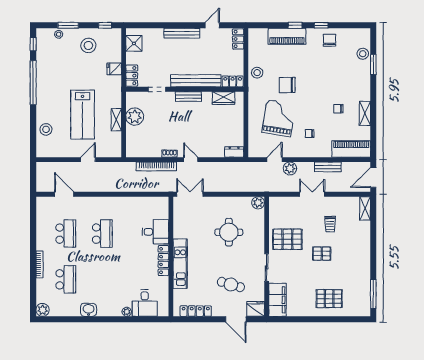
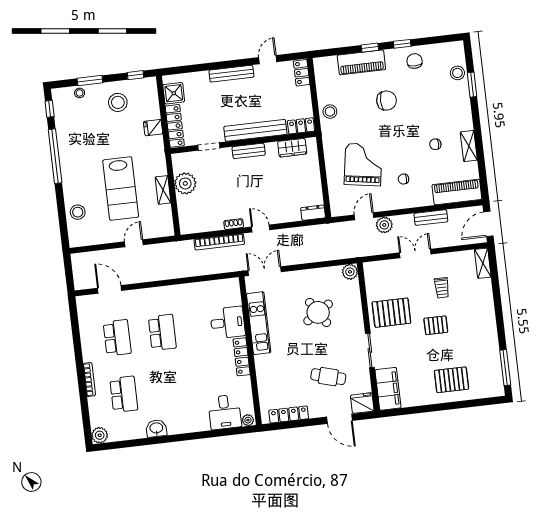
locker: (132, 76) -> (175, 126), width x1.53
chair: (287, 85) -> (387, 101), moved, turned 180
round table: (229, 232) -> (318, 312), turned -33
kitchen unit: (180, 264) -> (259, 323), moved
plant: (127, 312) -> (248, 420), moved

